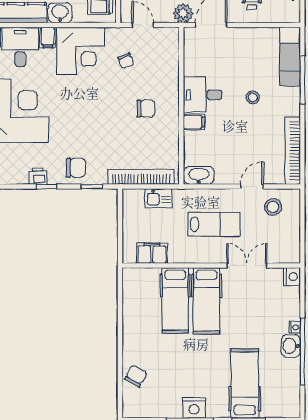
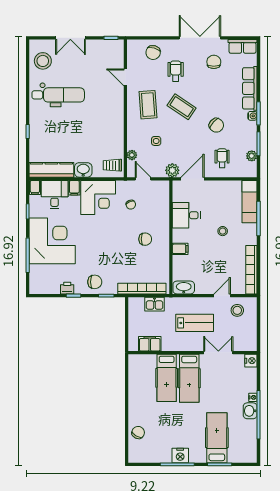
desk: (203, 95) -> (186, 215), moved

